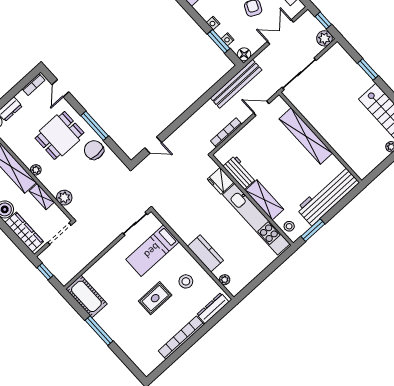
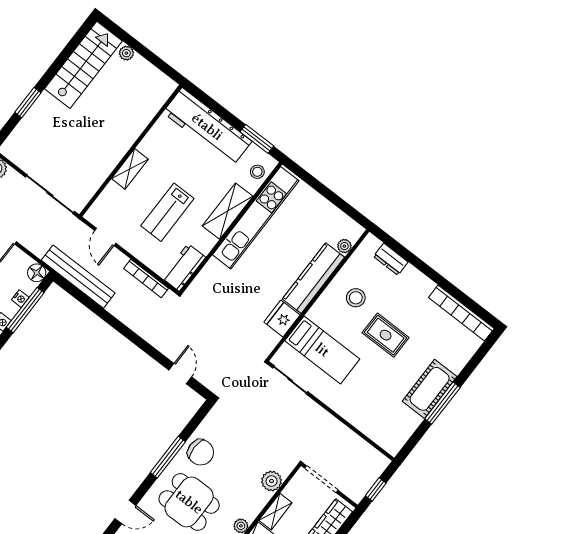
window: (219, 41) -> (25, 310), width x1.44
shelving: (306, 136) -> (130, 169), width x0.45, depth x0.75
chair: (94, 150) -> (201, 452), turned -90
lab bench: (271, 156) -> (167, 212), added
workbench: (240, 172) -> (184, 268), moved
fridge: (221, 181) -> (282, 318), moved, turned 180
kitchen counter: (205, 253) -> (313, 278), width x1.50
cot: (86, 296) -> (430, 389), moved
dresser: (213, 308) -> (391, 259), width x0.70
bookcase: (181, 338) -> (461, 313), moved

